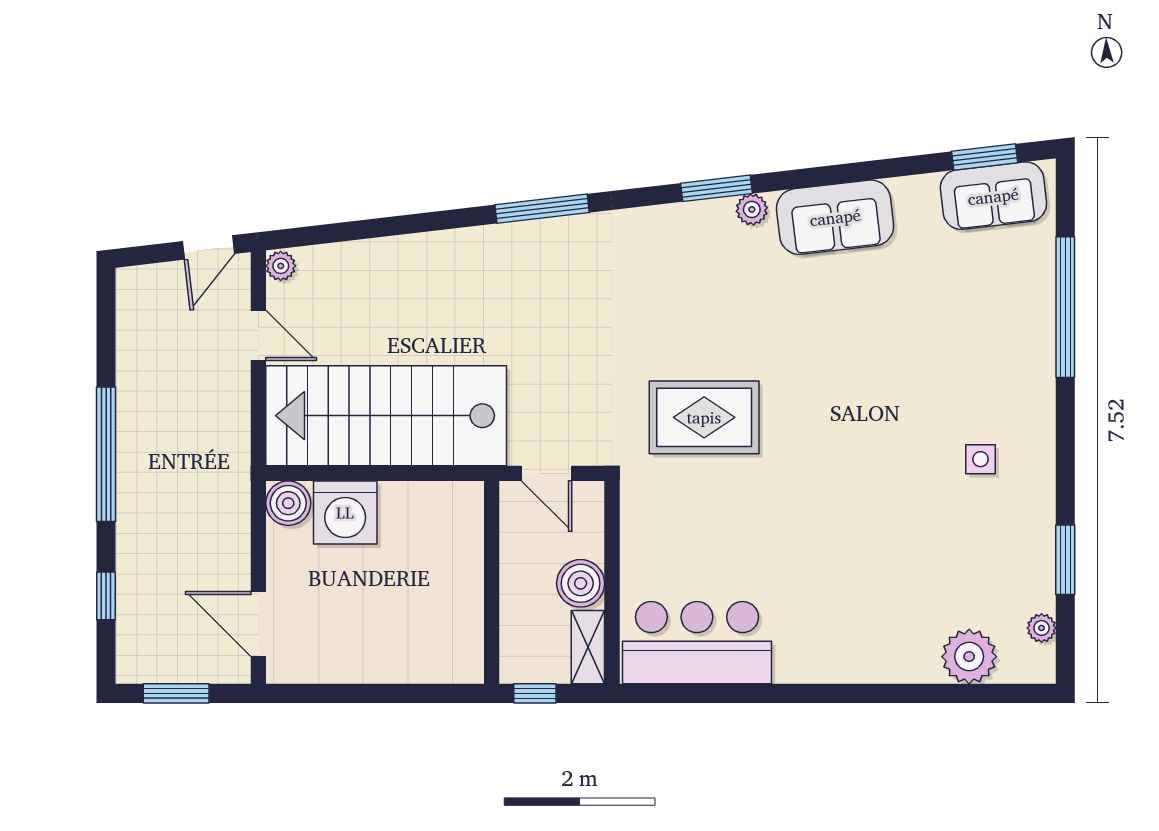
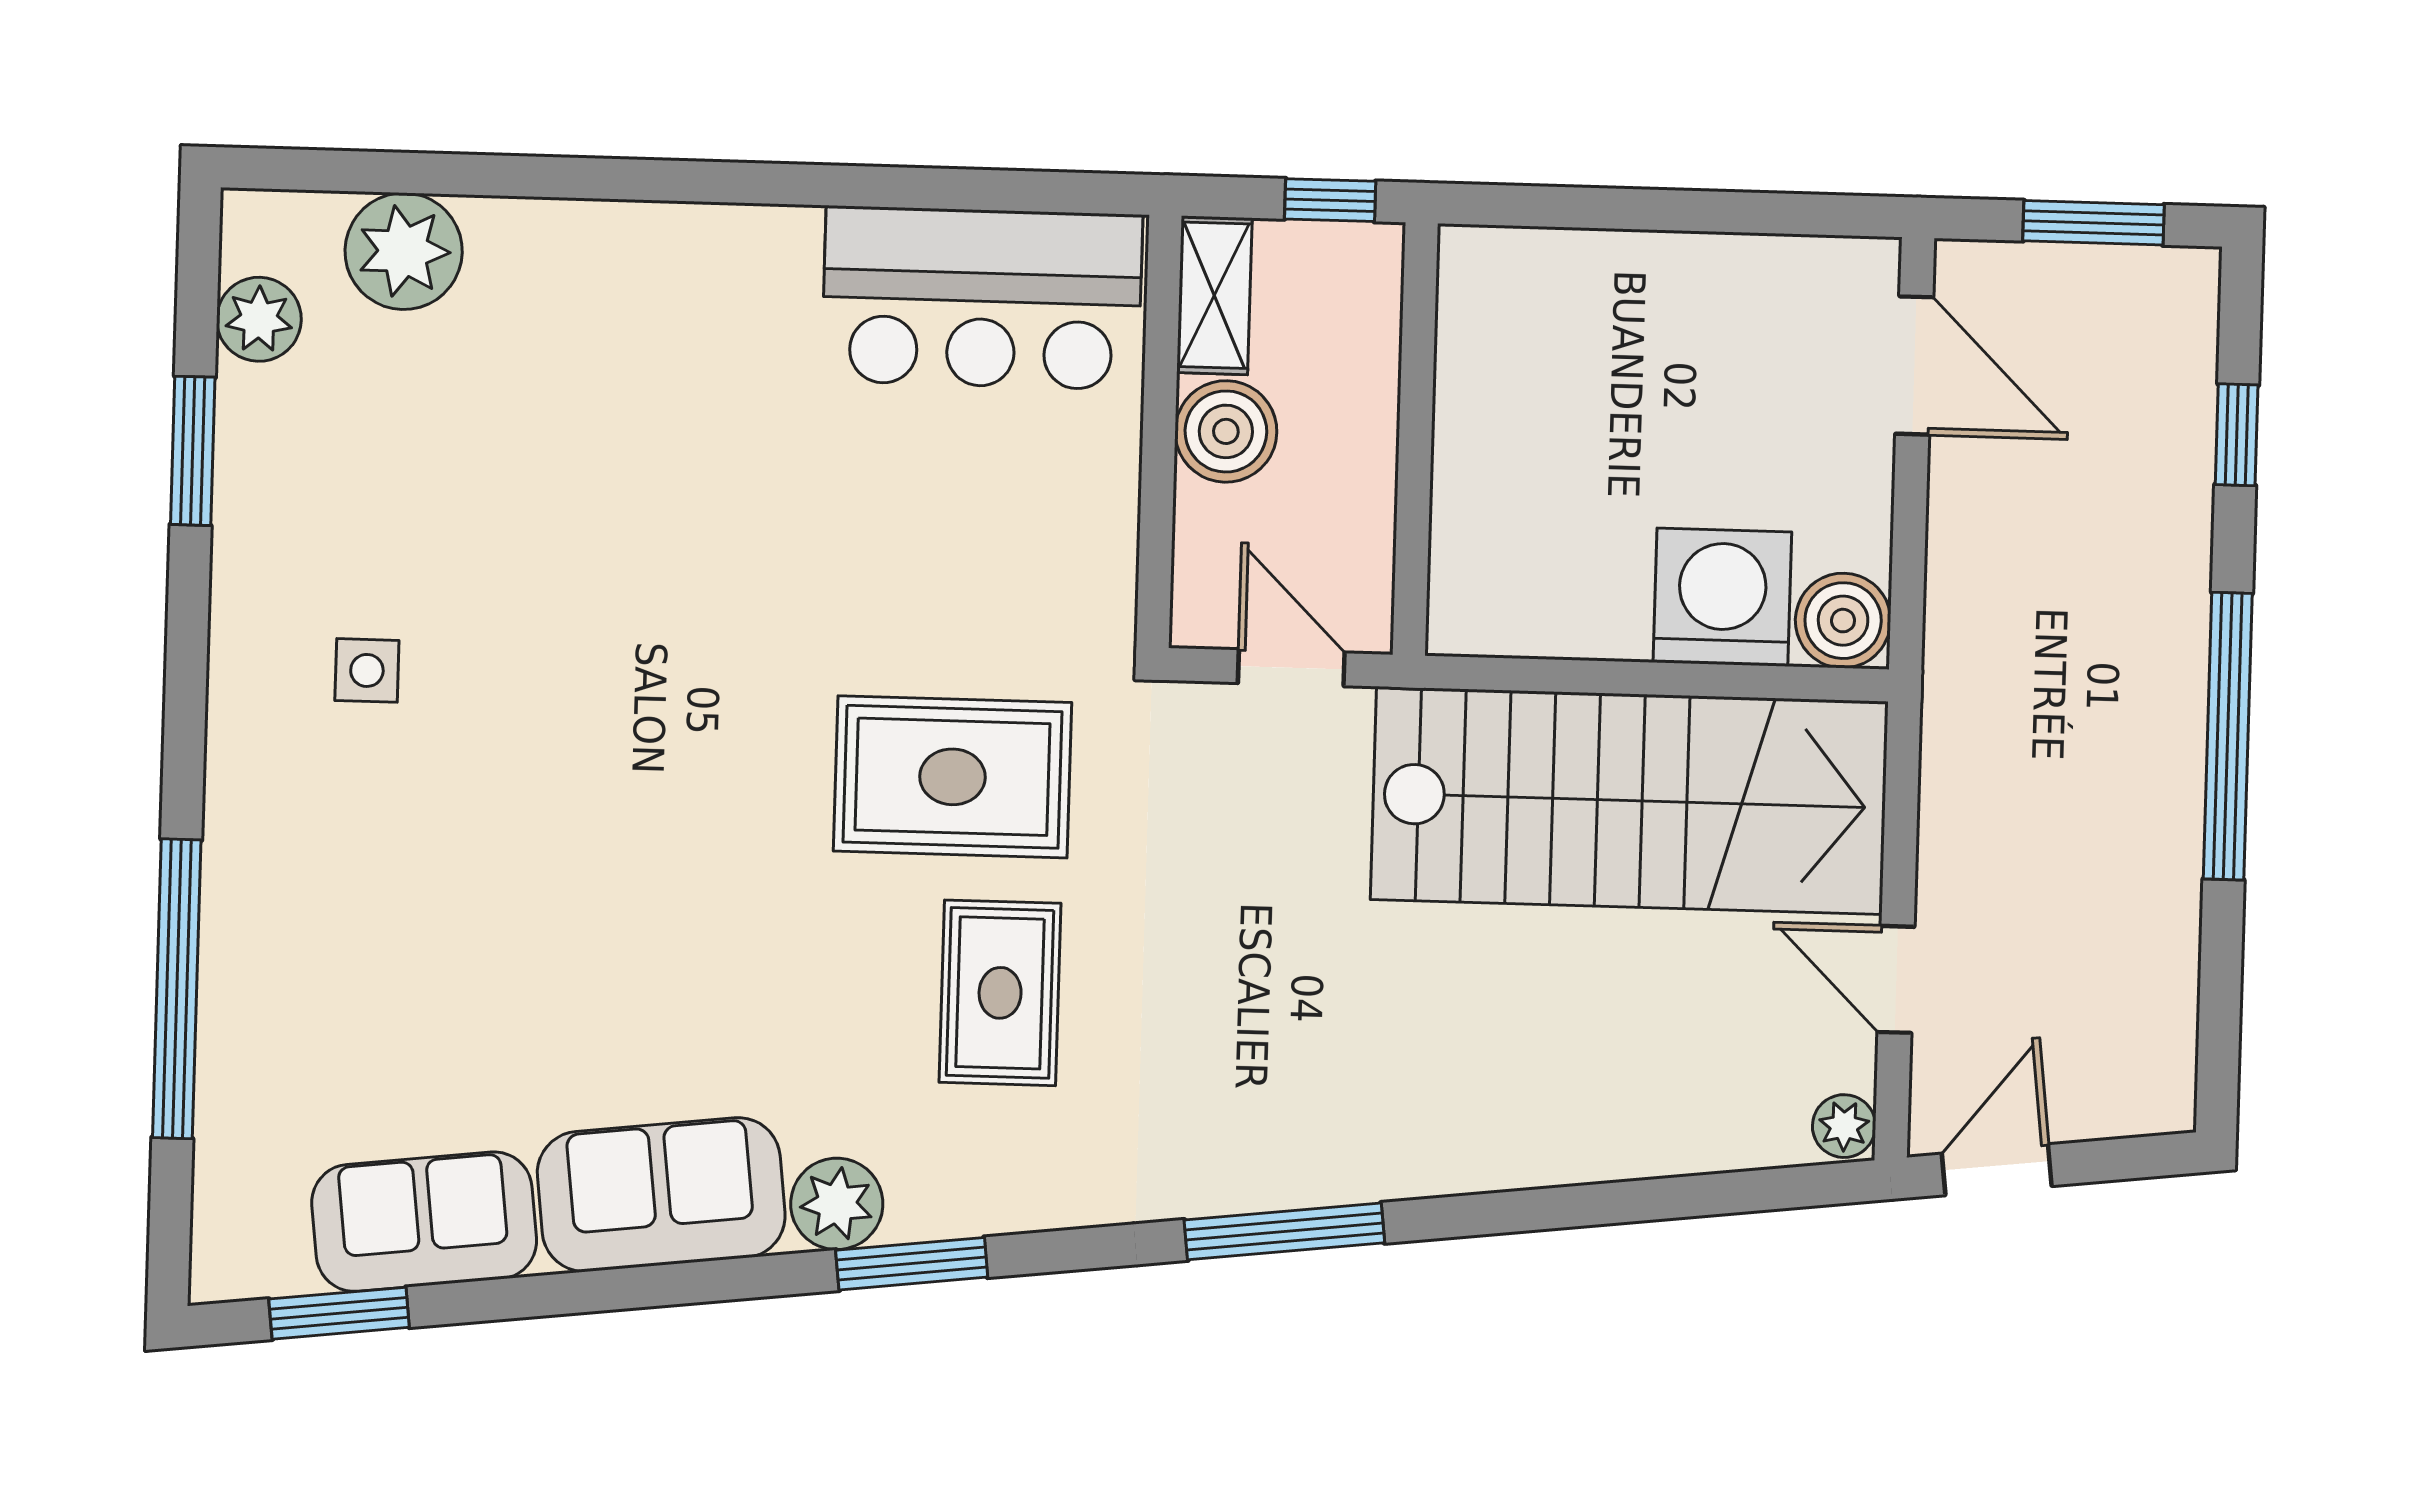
sofa: (993, 196) -> (424, 1222), moved
plant: (752, 209) -> (837, 1204), width x1.38, depth x1.38
rug: (679, 317) -> (1000, 993), added
plant: (1042, 628) -> (259, 319), width x1.38, depth x1.38

